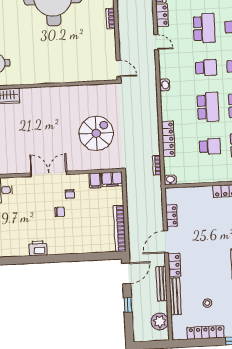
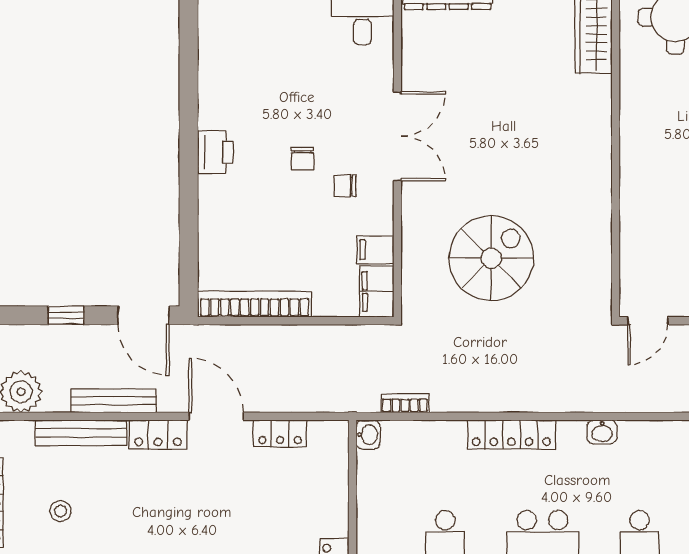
spiral stairs: (96, 133) -> (491, 258), turned -90
locker: (168, 139) -> (511, 434), moved
printer: (38, 248) -> (216, 152), moved

